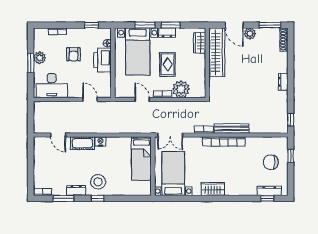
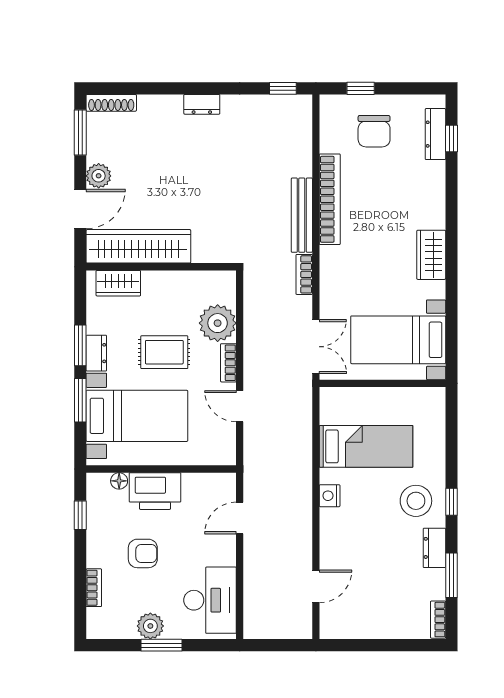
door: (142, 99) -> (240, 406), hinge flipped
bookcase: (224, 142) -> (330, 199), moved
cot: (82, 143) -> (333, 534), removed
bed: (141, 158) -> (366, 446), moved

